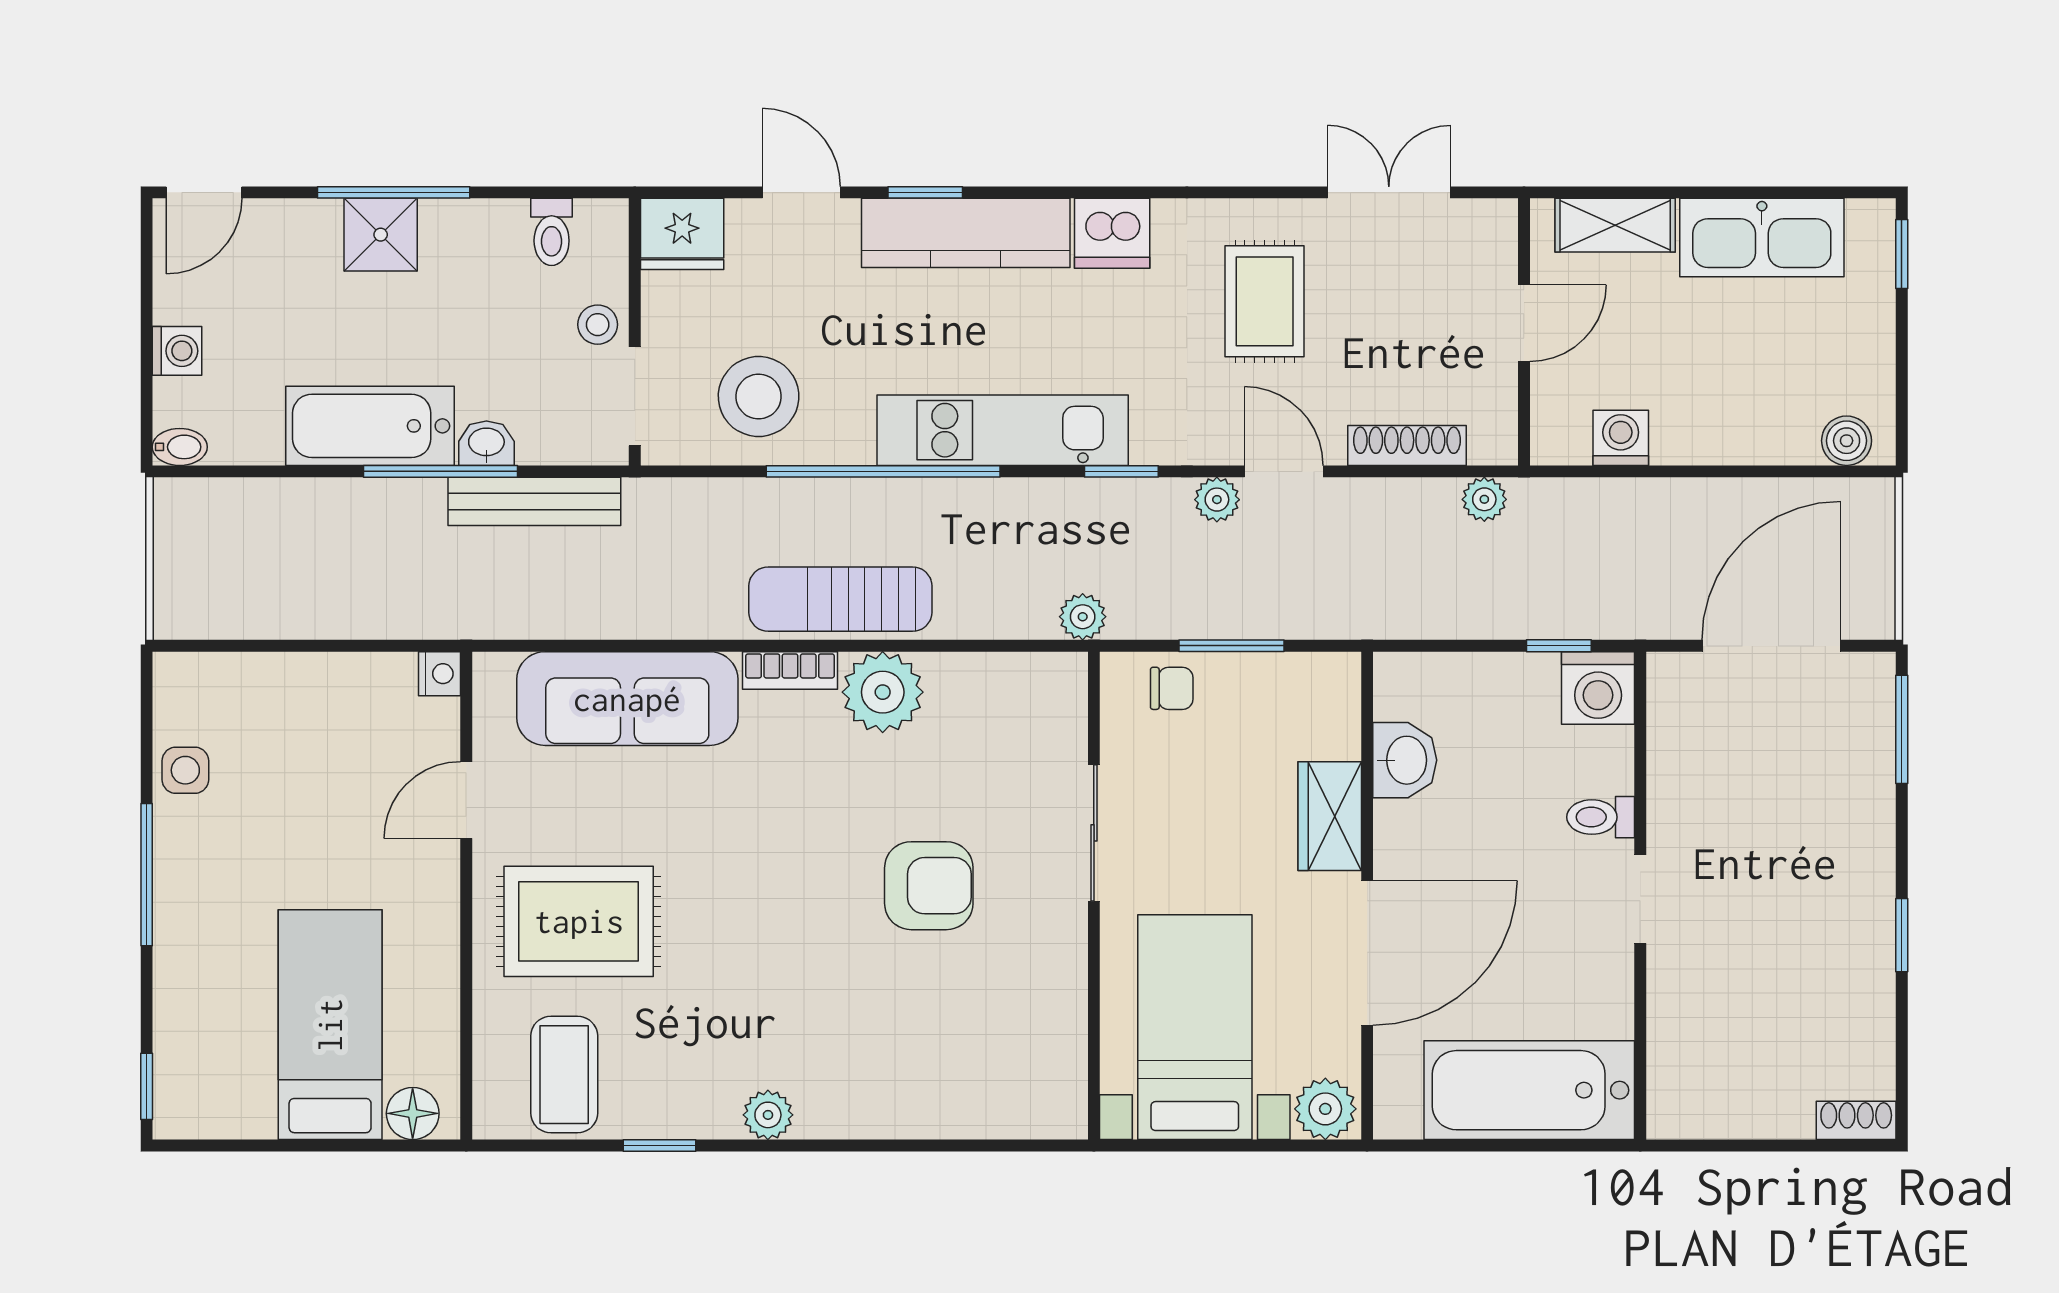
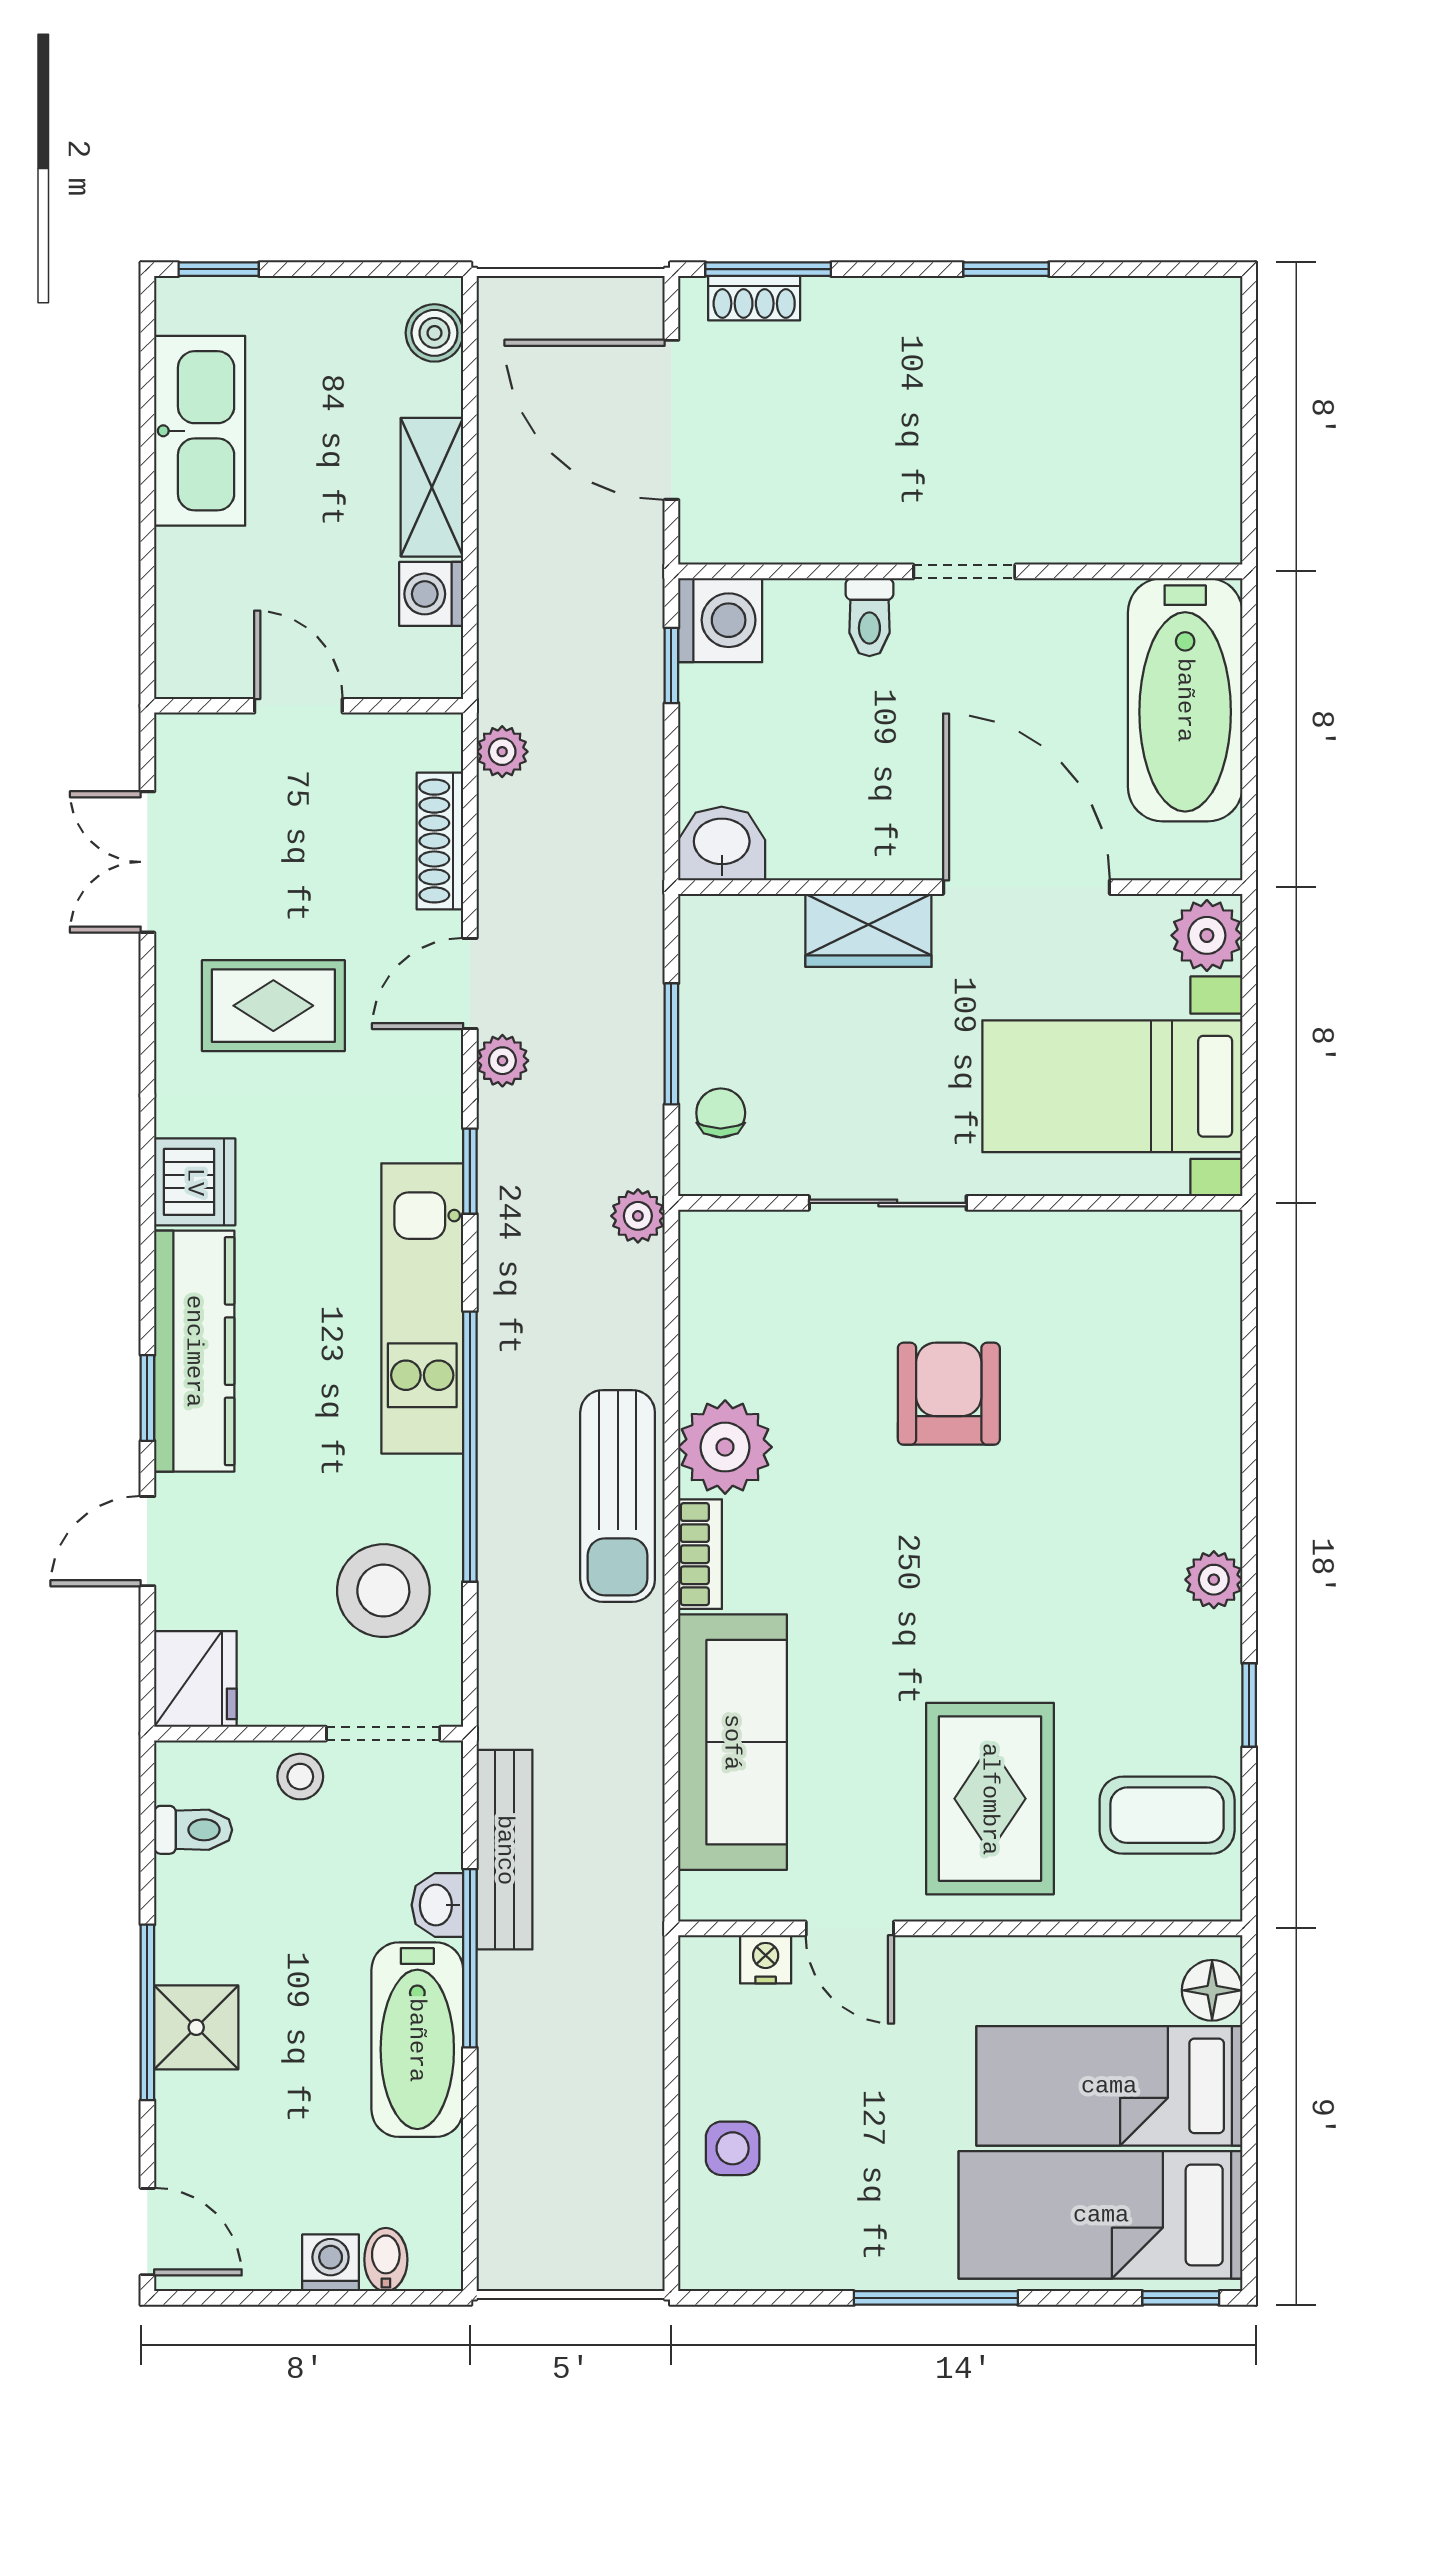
shelving: (1615, 225) -> (432, 487), moved
bidet: (180, 447) -> (386, 2260), moved
nightstand: (440, 674) -> (766, 1959), moved
washbasin: (1405, 760) -> (722, 844), moved
side table: (185, 770) -> (733, 2148), moved
bed: (218, 1017) -> (1101, 2215), added
shoe rack: (1856, 1120) -> (754, 298), moved, turned -90

